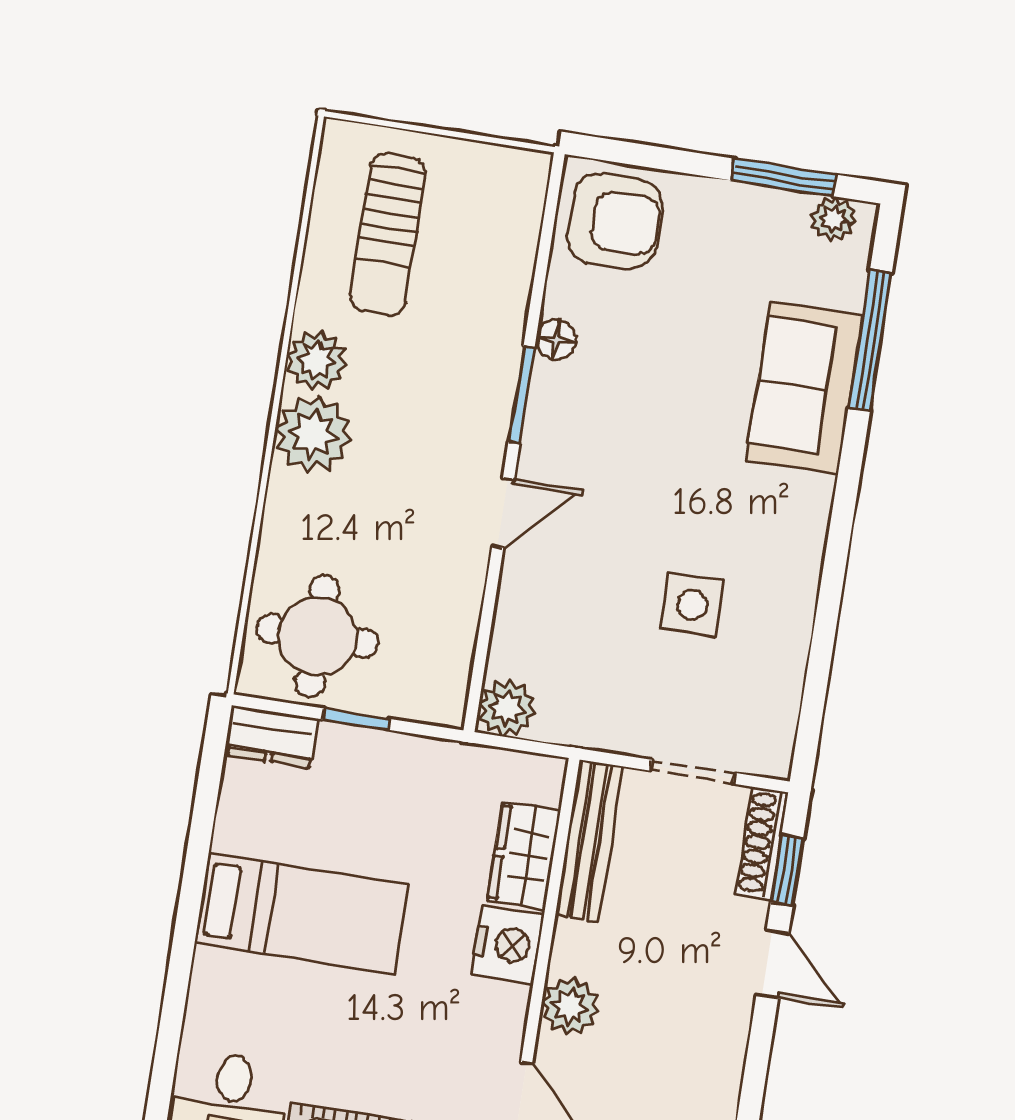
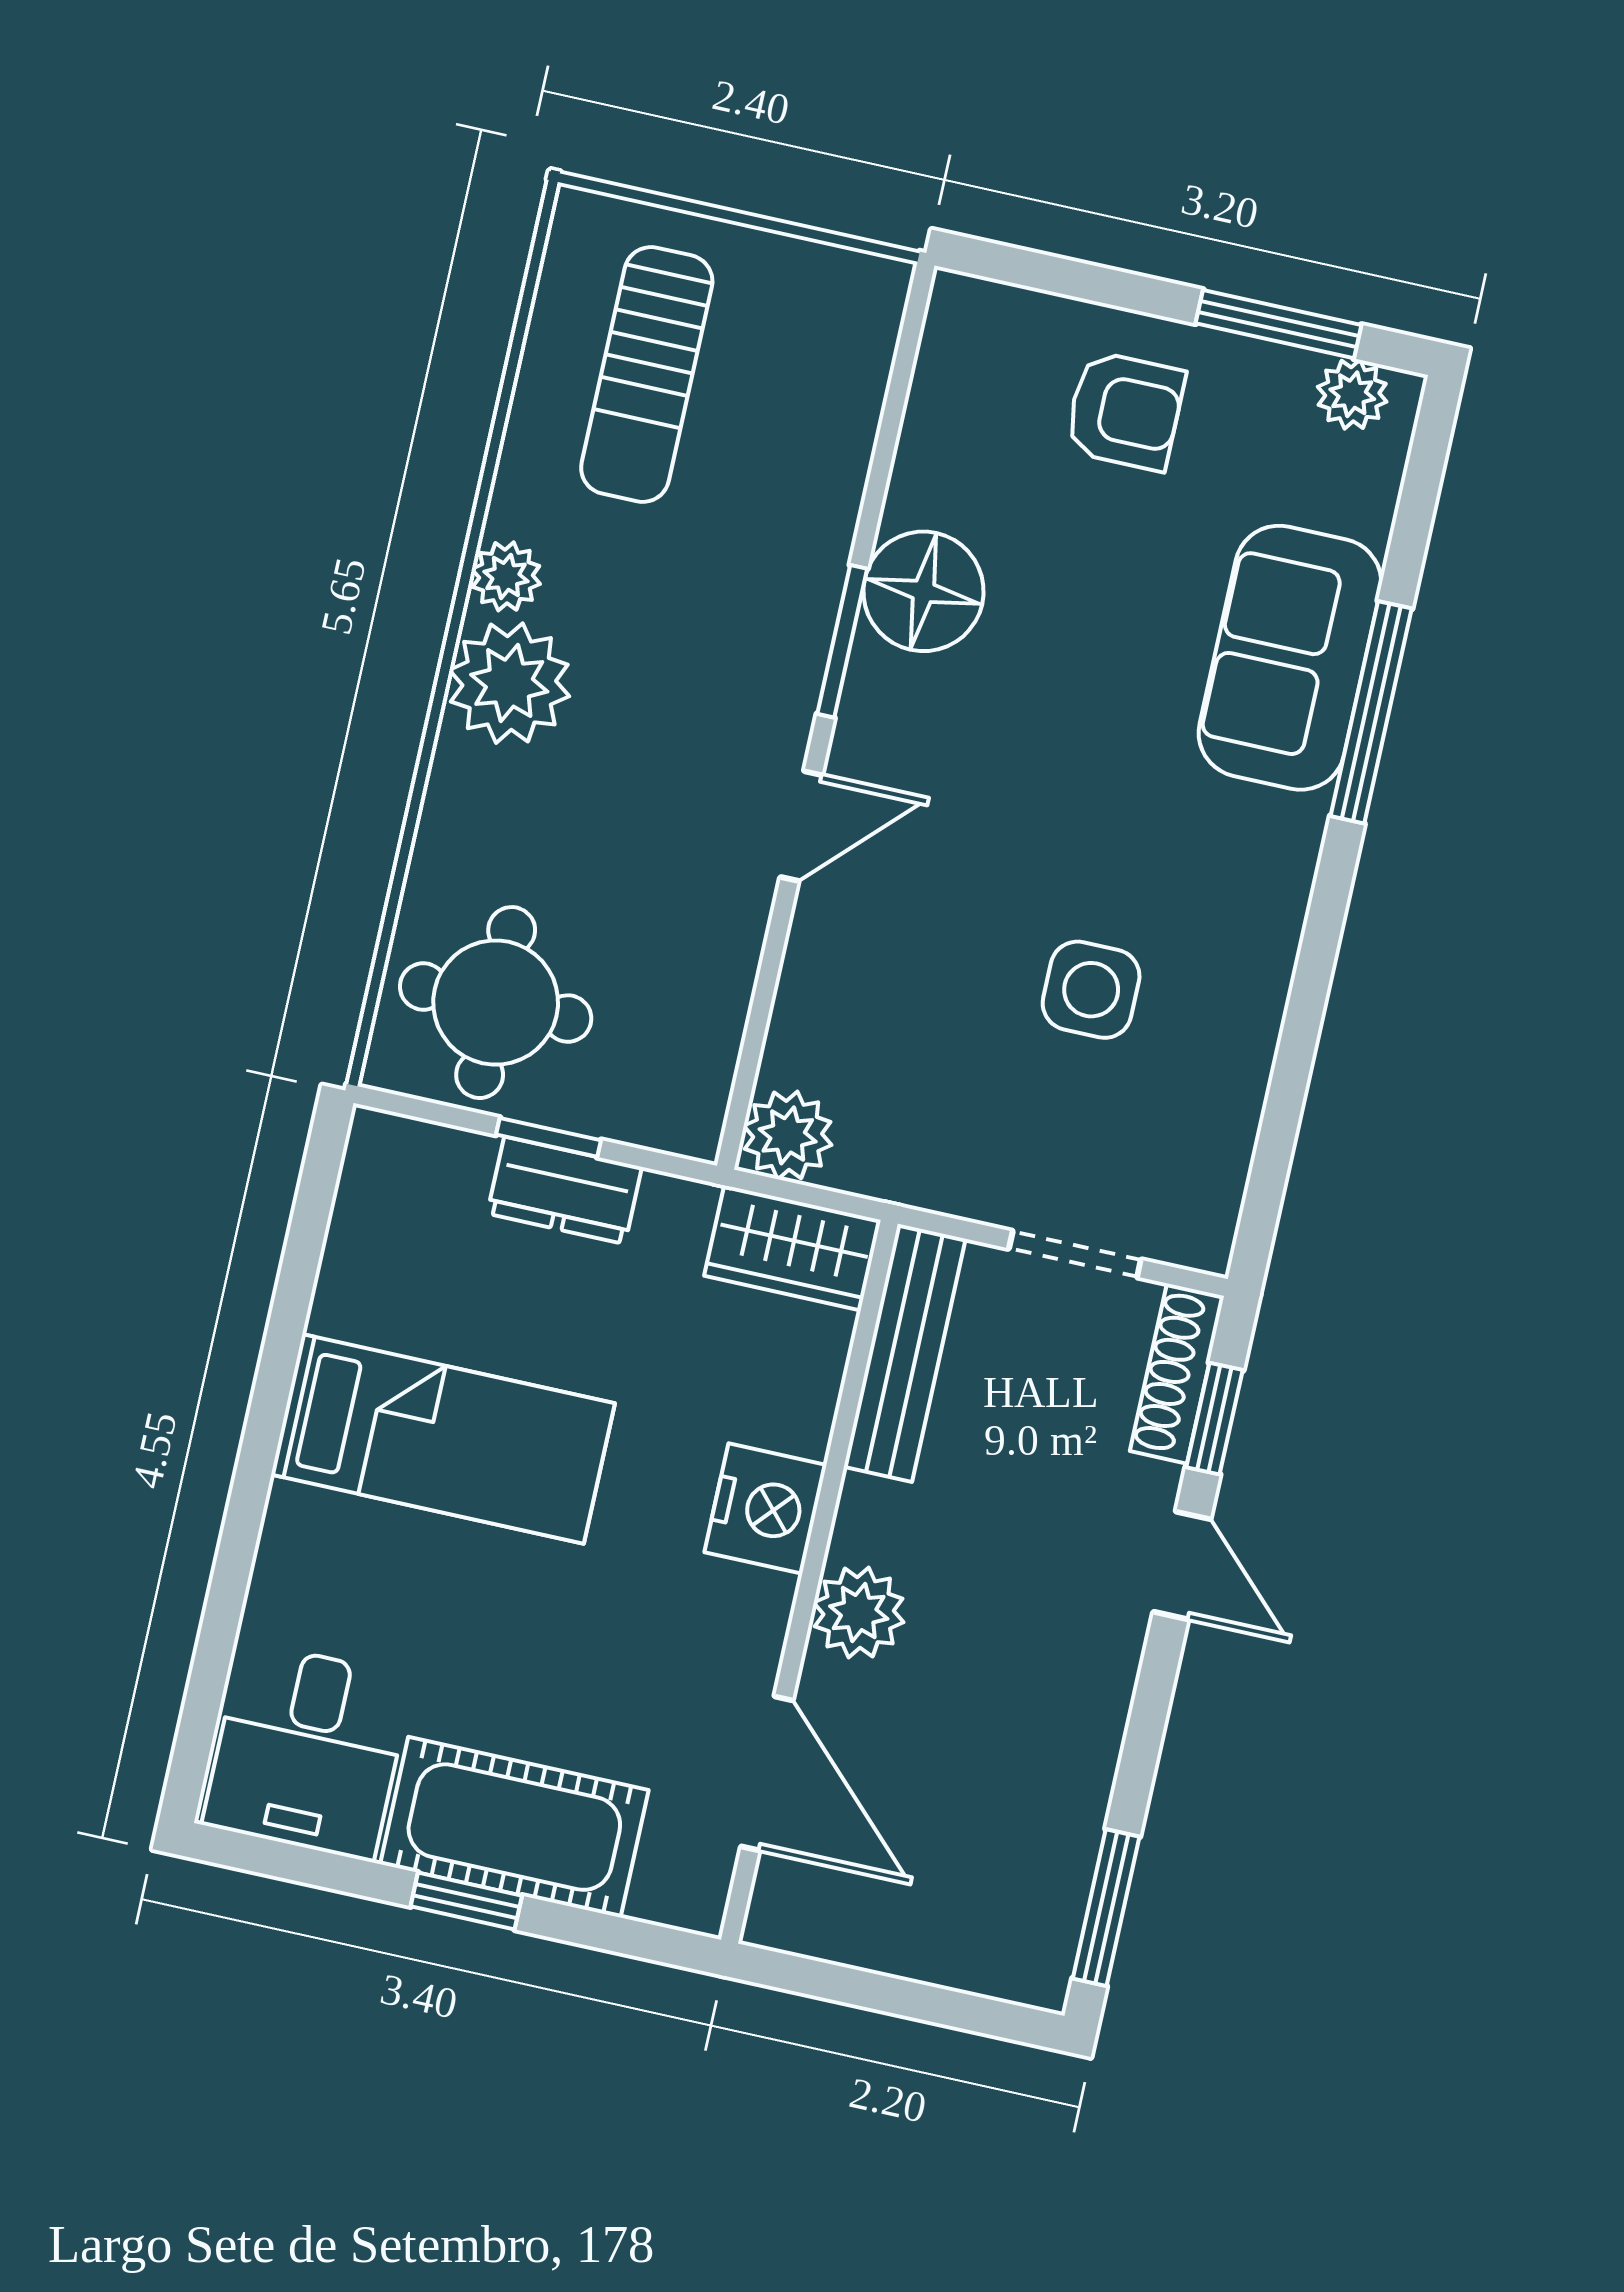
armchair: (615, 221) -> (1125, 411), moved, width x0.72, depth x0.72
floor lamp: (556, 340) -> (923, 591), width x1.89, depth x1.89
window: (870, 340) -> (1371, 712), moved
plant: (316, 360) -> (506, 576), width x0.73, depth x0.73
dresser: (272, 737) -> (565, 1190), moved
wardrobe: (524, 856) -> (792, 1248), moved, turned -90

